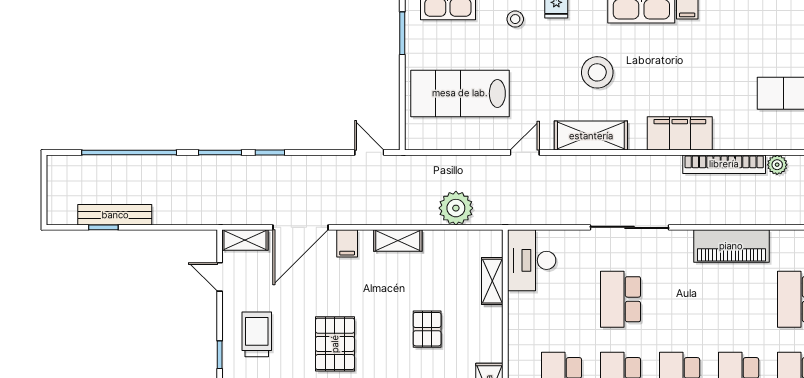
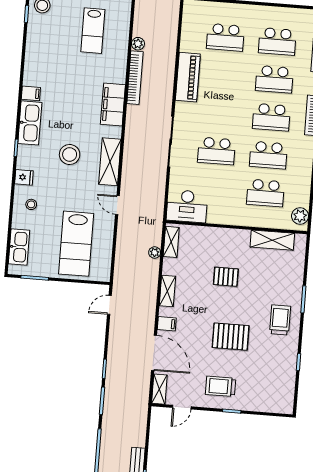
plant: (456, 208) -> (155, 252), width x0.53, depth x0.53
shelving: (492, 281) -> (171, 242), moved, turned 90

